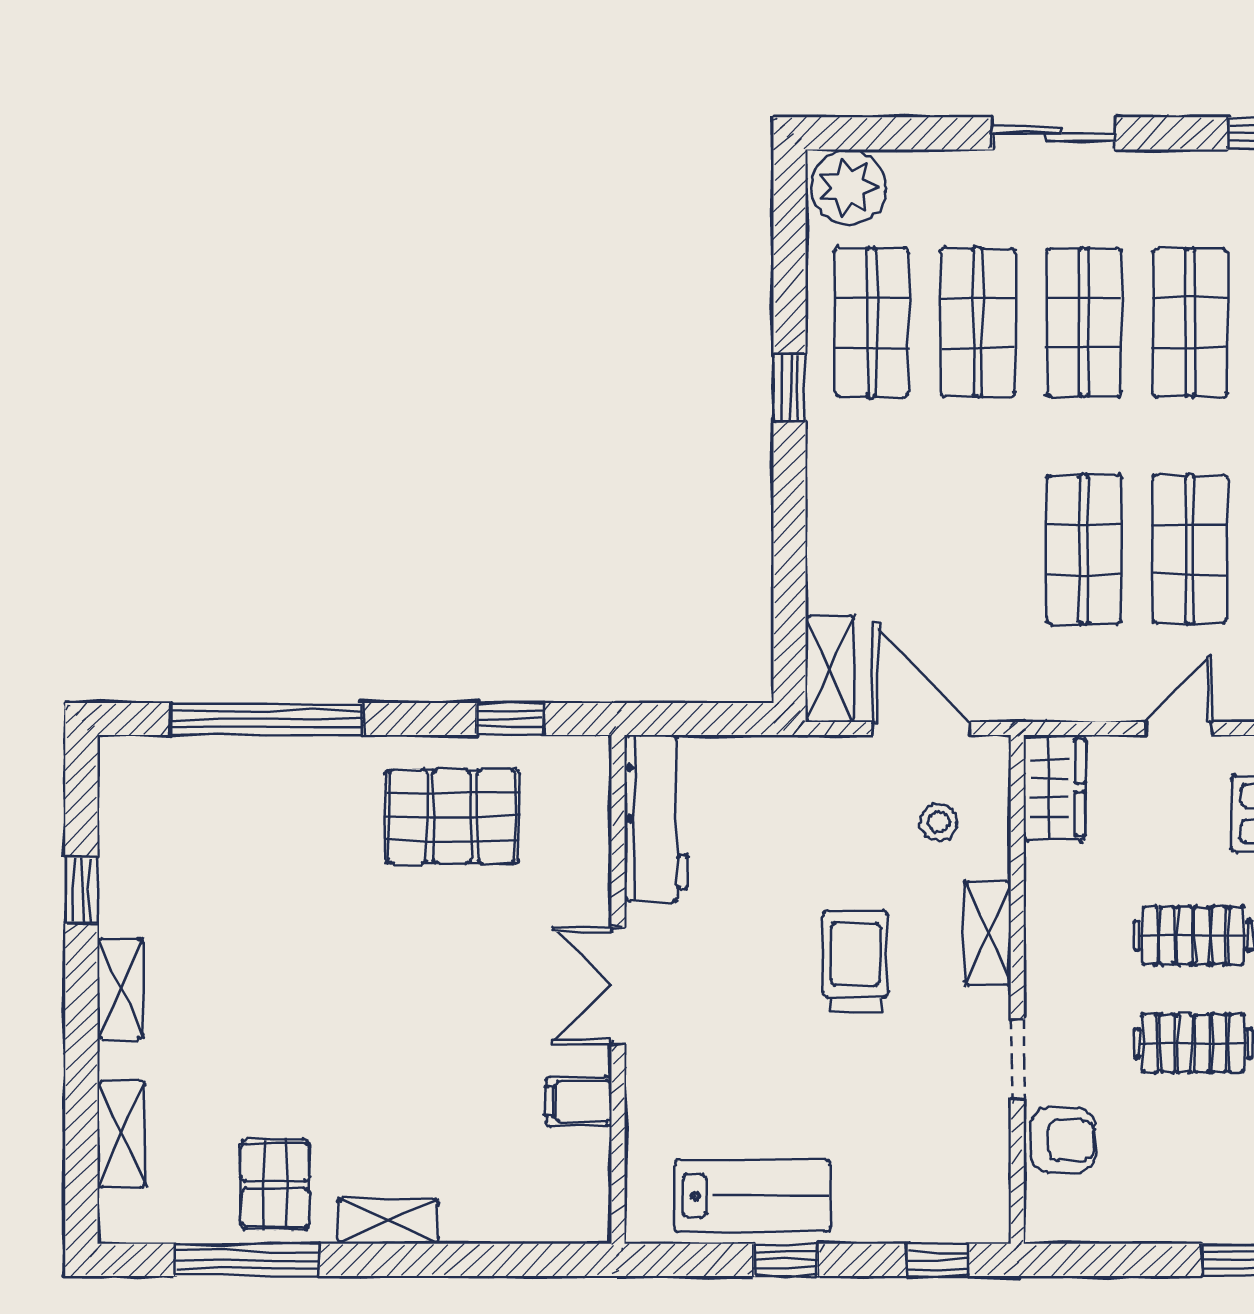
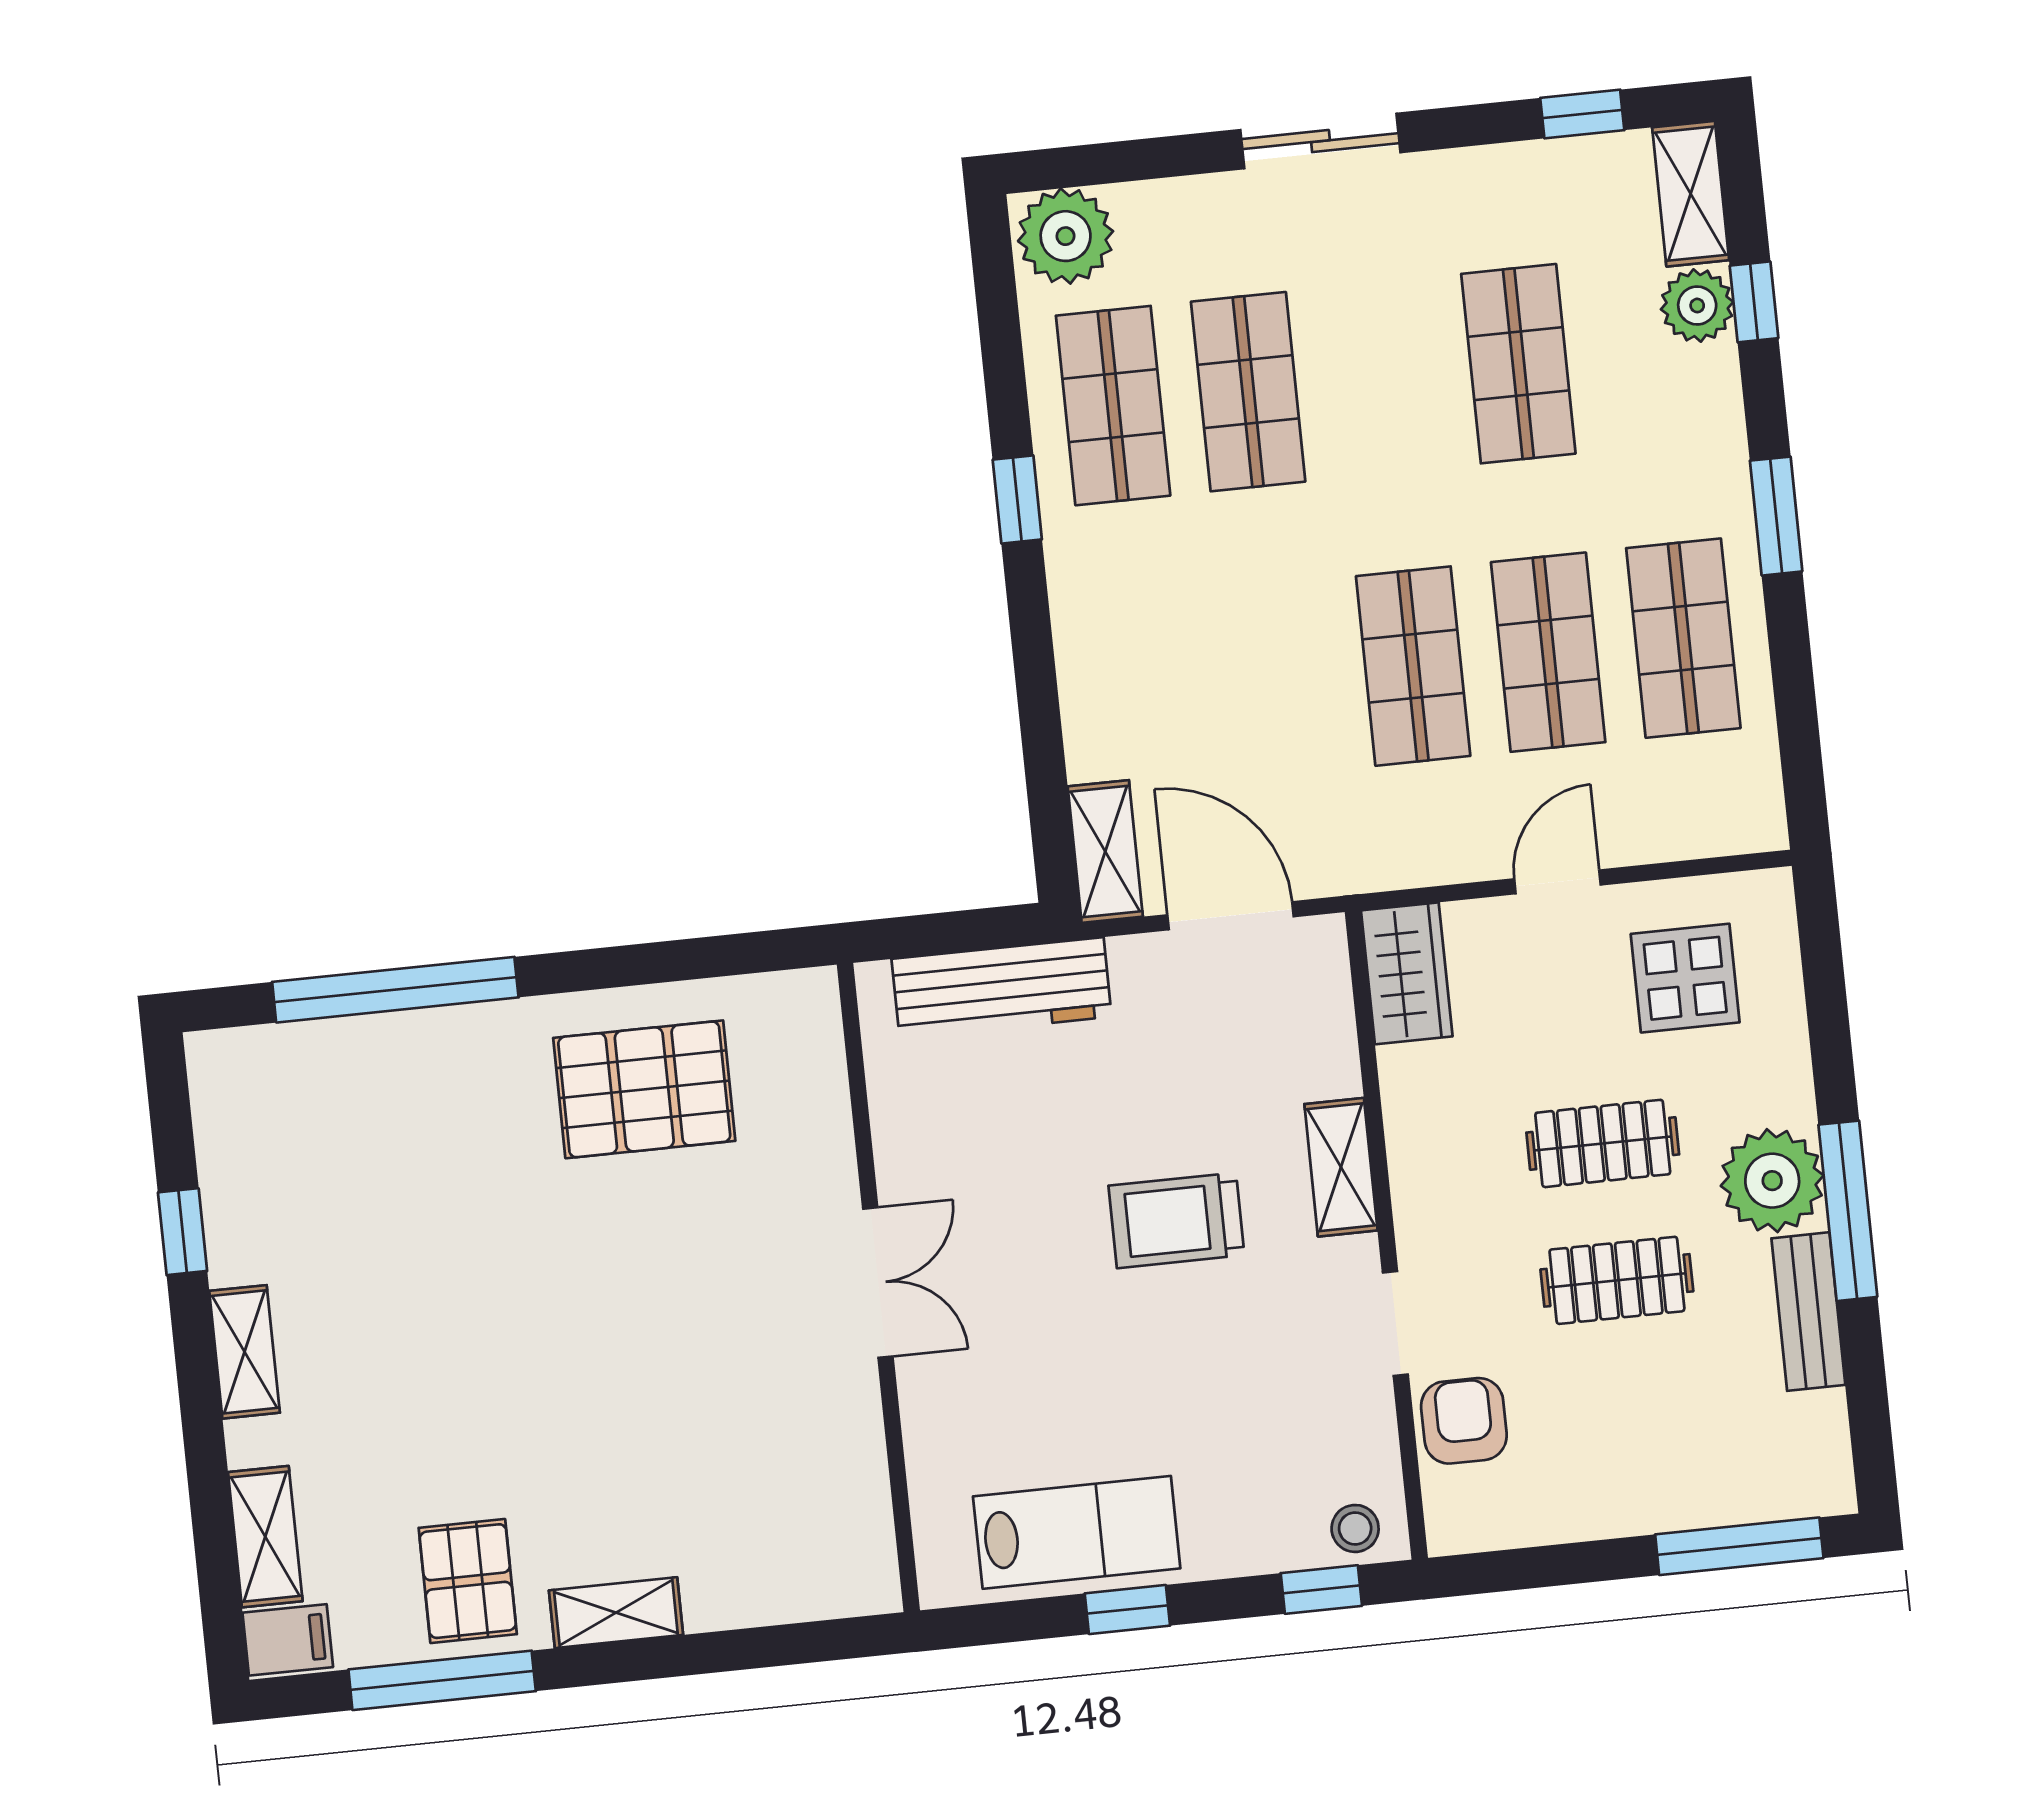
shop shelf: (1084, 322) -> (1383, 378), removed
window: (510, 719) -> (705, 958), removed
workbench: (656, 818) -> (1002, 988), moved, turned 90
stool: (939, 822) -> (1355, 1528), moved
trolley: (855, 961) -> (1176, 1220), turned -90
double door: (618, 986) -> (878, 1283), swing flipped
filing cabinet: (579, 1101) -> (288, 1640), moved, turned 180
armchair: (1063, 1140) -> (1464, 1421), turned -90

